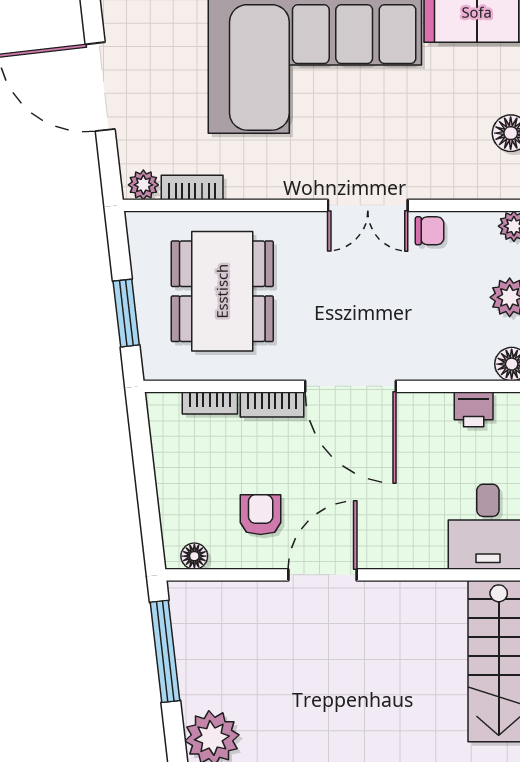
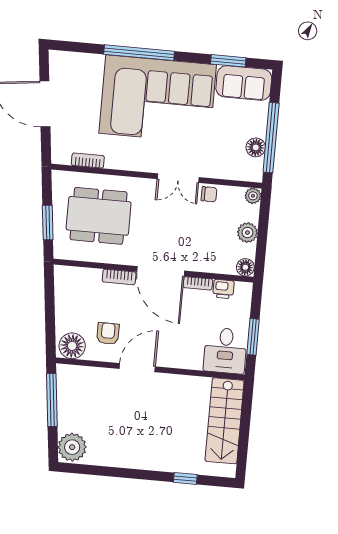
plant: (143, 185) -> (63, 157), removed
dining table: (222, 291) -> (99, 216), turned 90
bookcase: (210, 403) -> (198, 283), moved
floor lamp: (194, 556) -> (72, 346), width x1.89, depth x1.89

